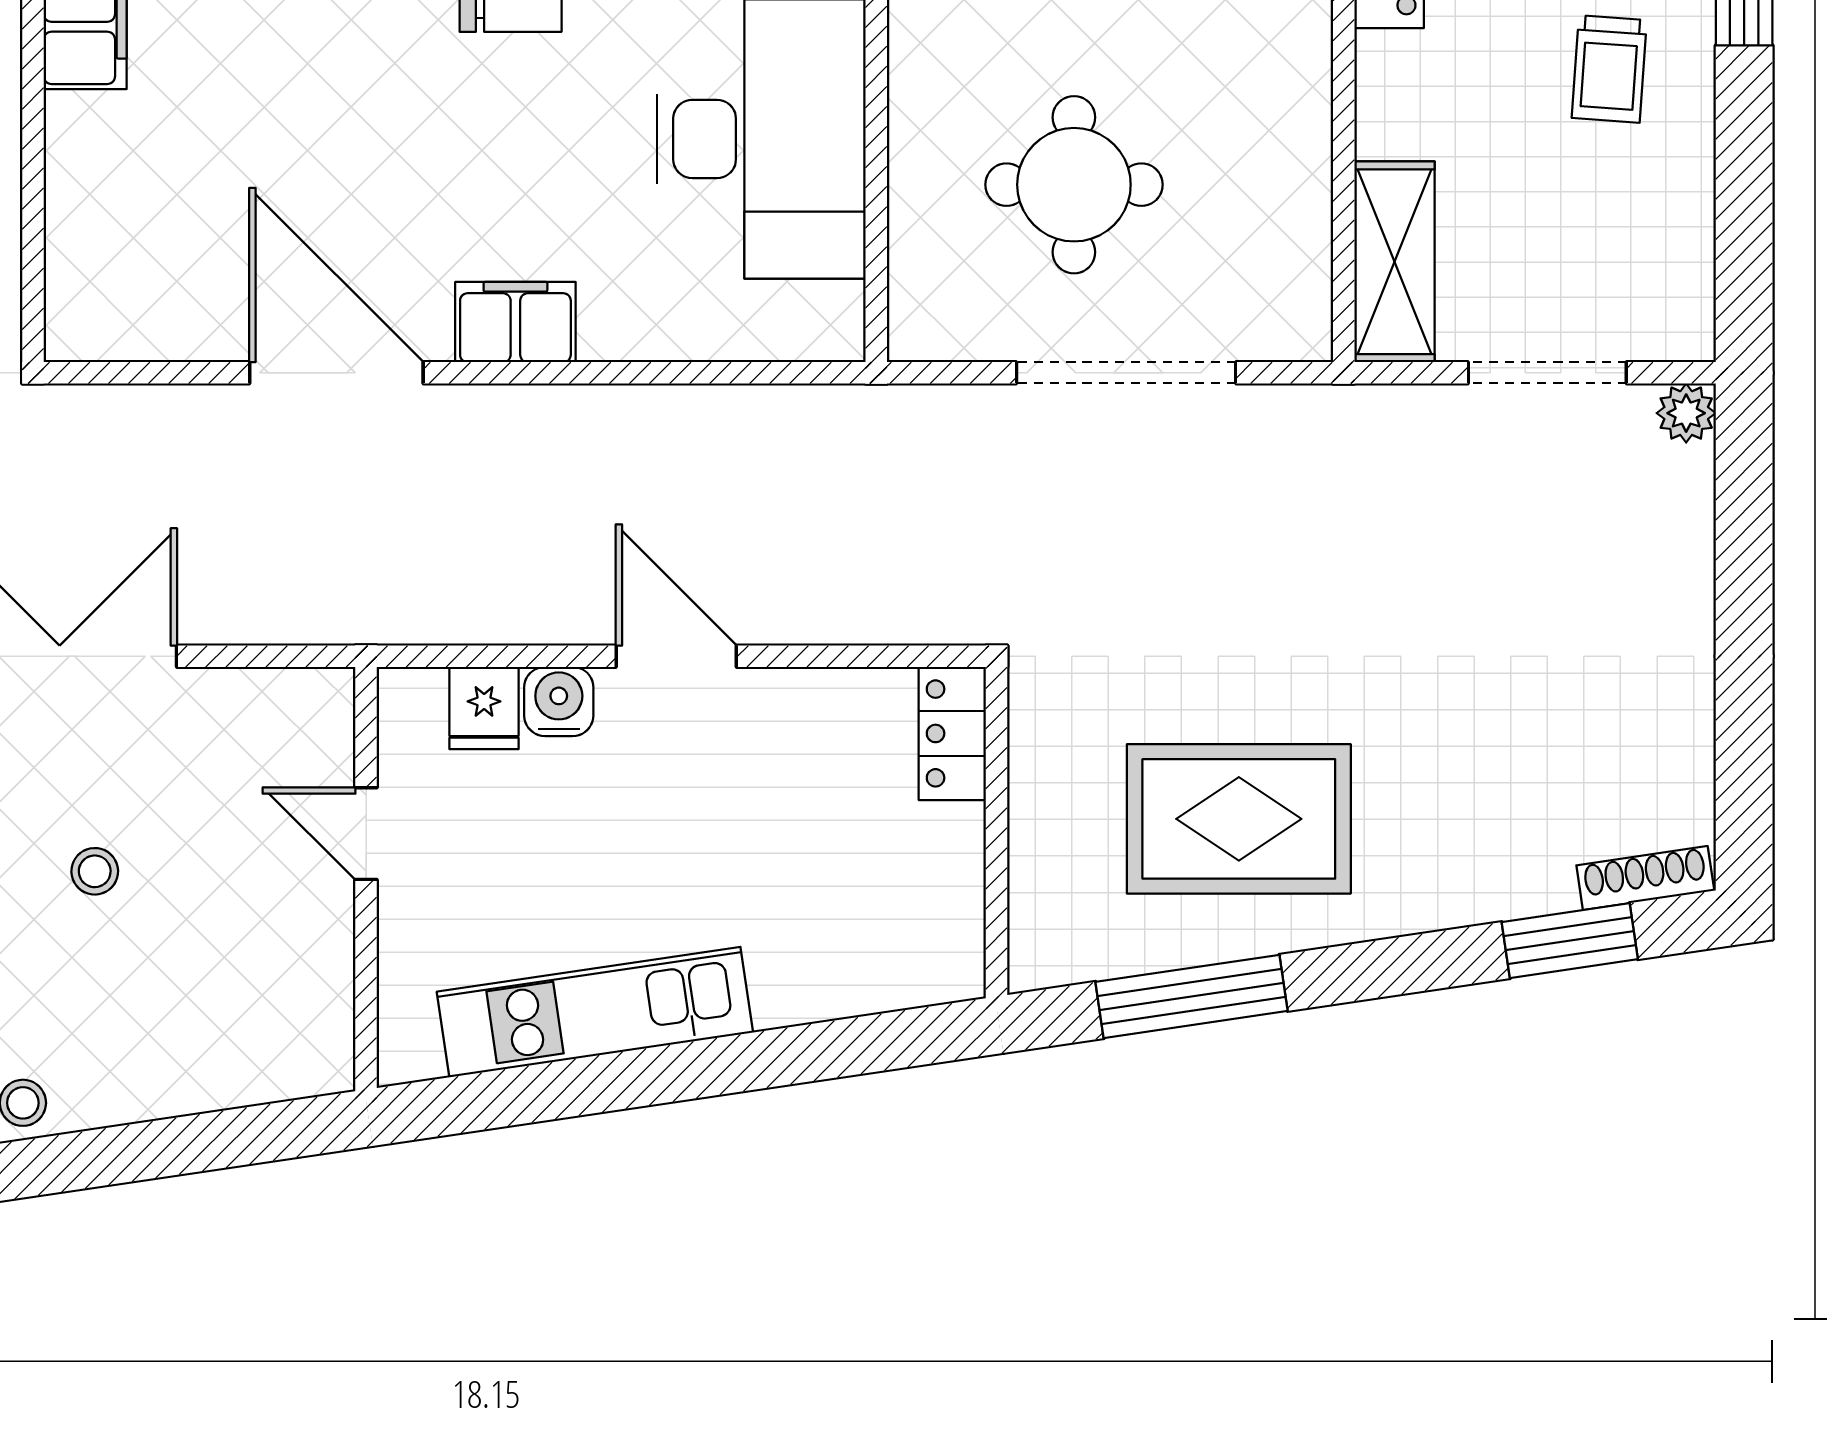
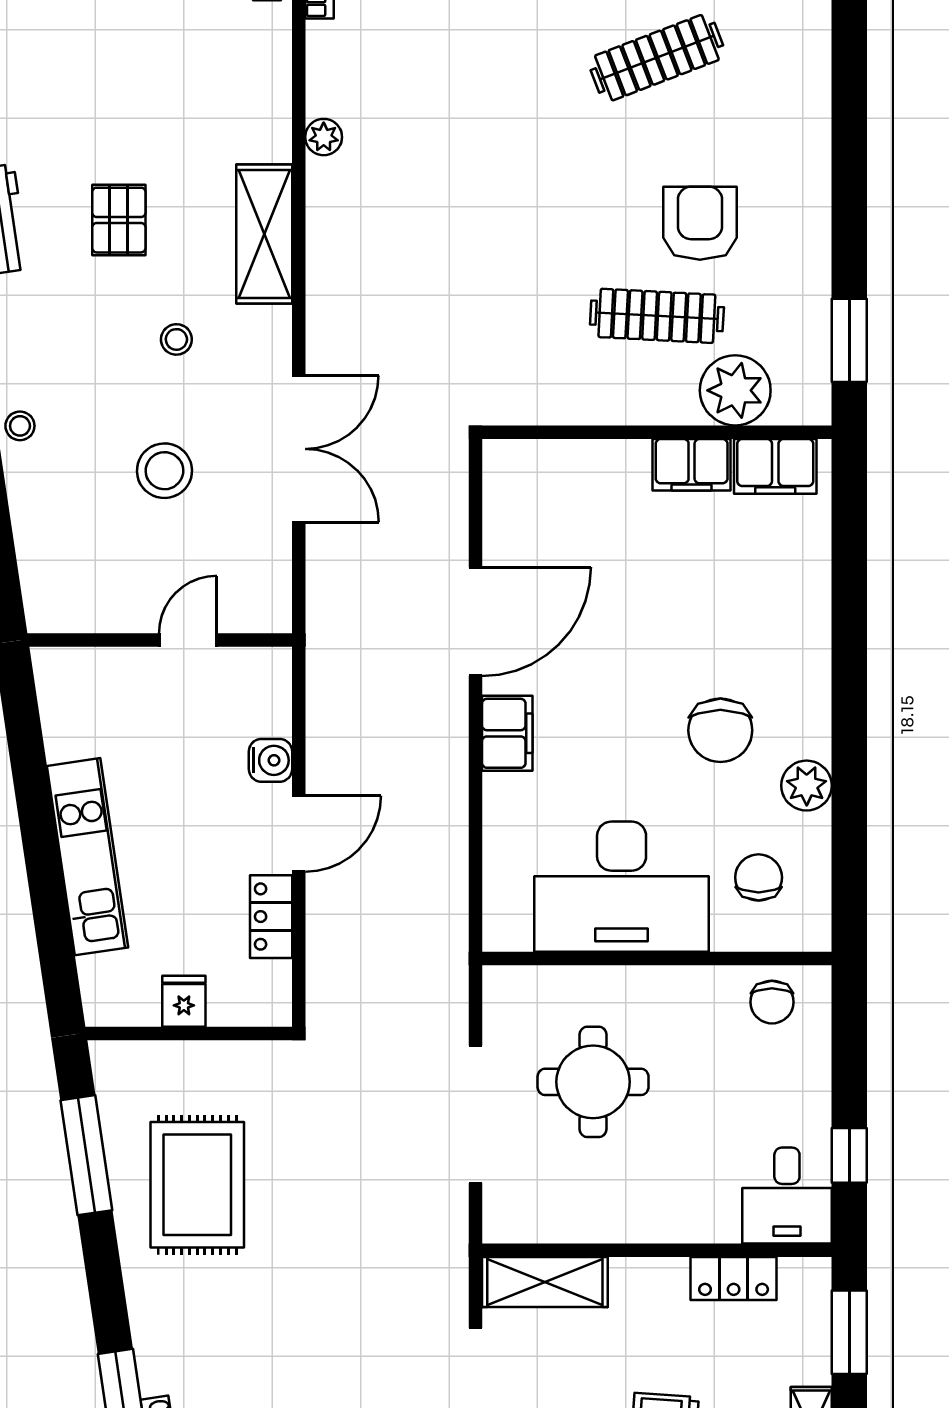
fridge: (484, 708) -> (184, 1001), moved, turned 90
locker: (952, 733) -> (271, 917), moved, turned -90
stool: (95, 871) -> (164, 471), width x1.89, depth x1.89
kitchen unit: (595, 1012) -> (88, 857), moved

